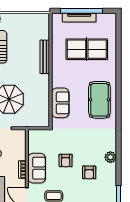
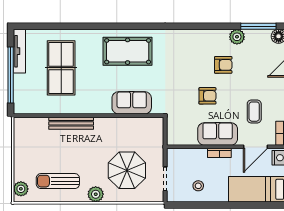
tv unit: (79, 18) -> (19, 51), moved
plant: (110, 157) -> (237, 37), moved

